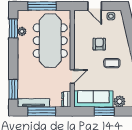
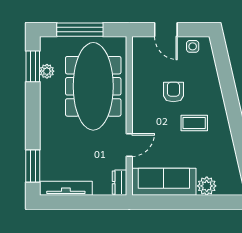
window: (42, 111) -> (79, 202), removed
window: (104, 111) -> (182, 202), removed

